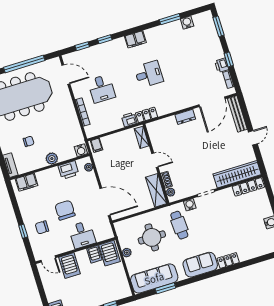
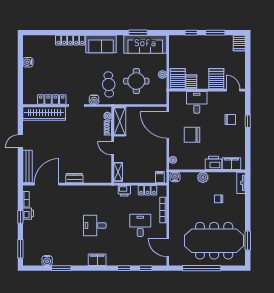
locker: (147, 115) -> (147, 190), moved
printer: (69, 170) -> (213, 163), moved
locker: (248, 187) -> (52, 99), moved
chair: (65, 210) -> (192, 135), moved, turned 90
locker: (228, 260) -> (70, 40), width x1.53

